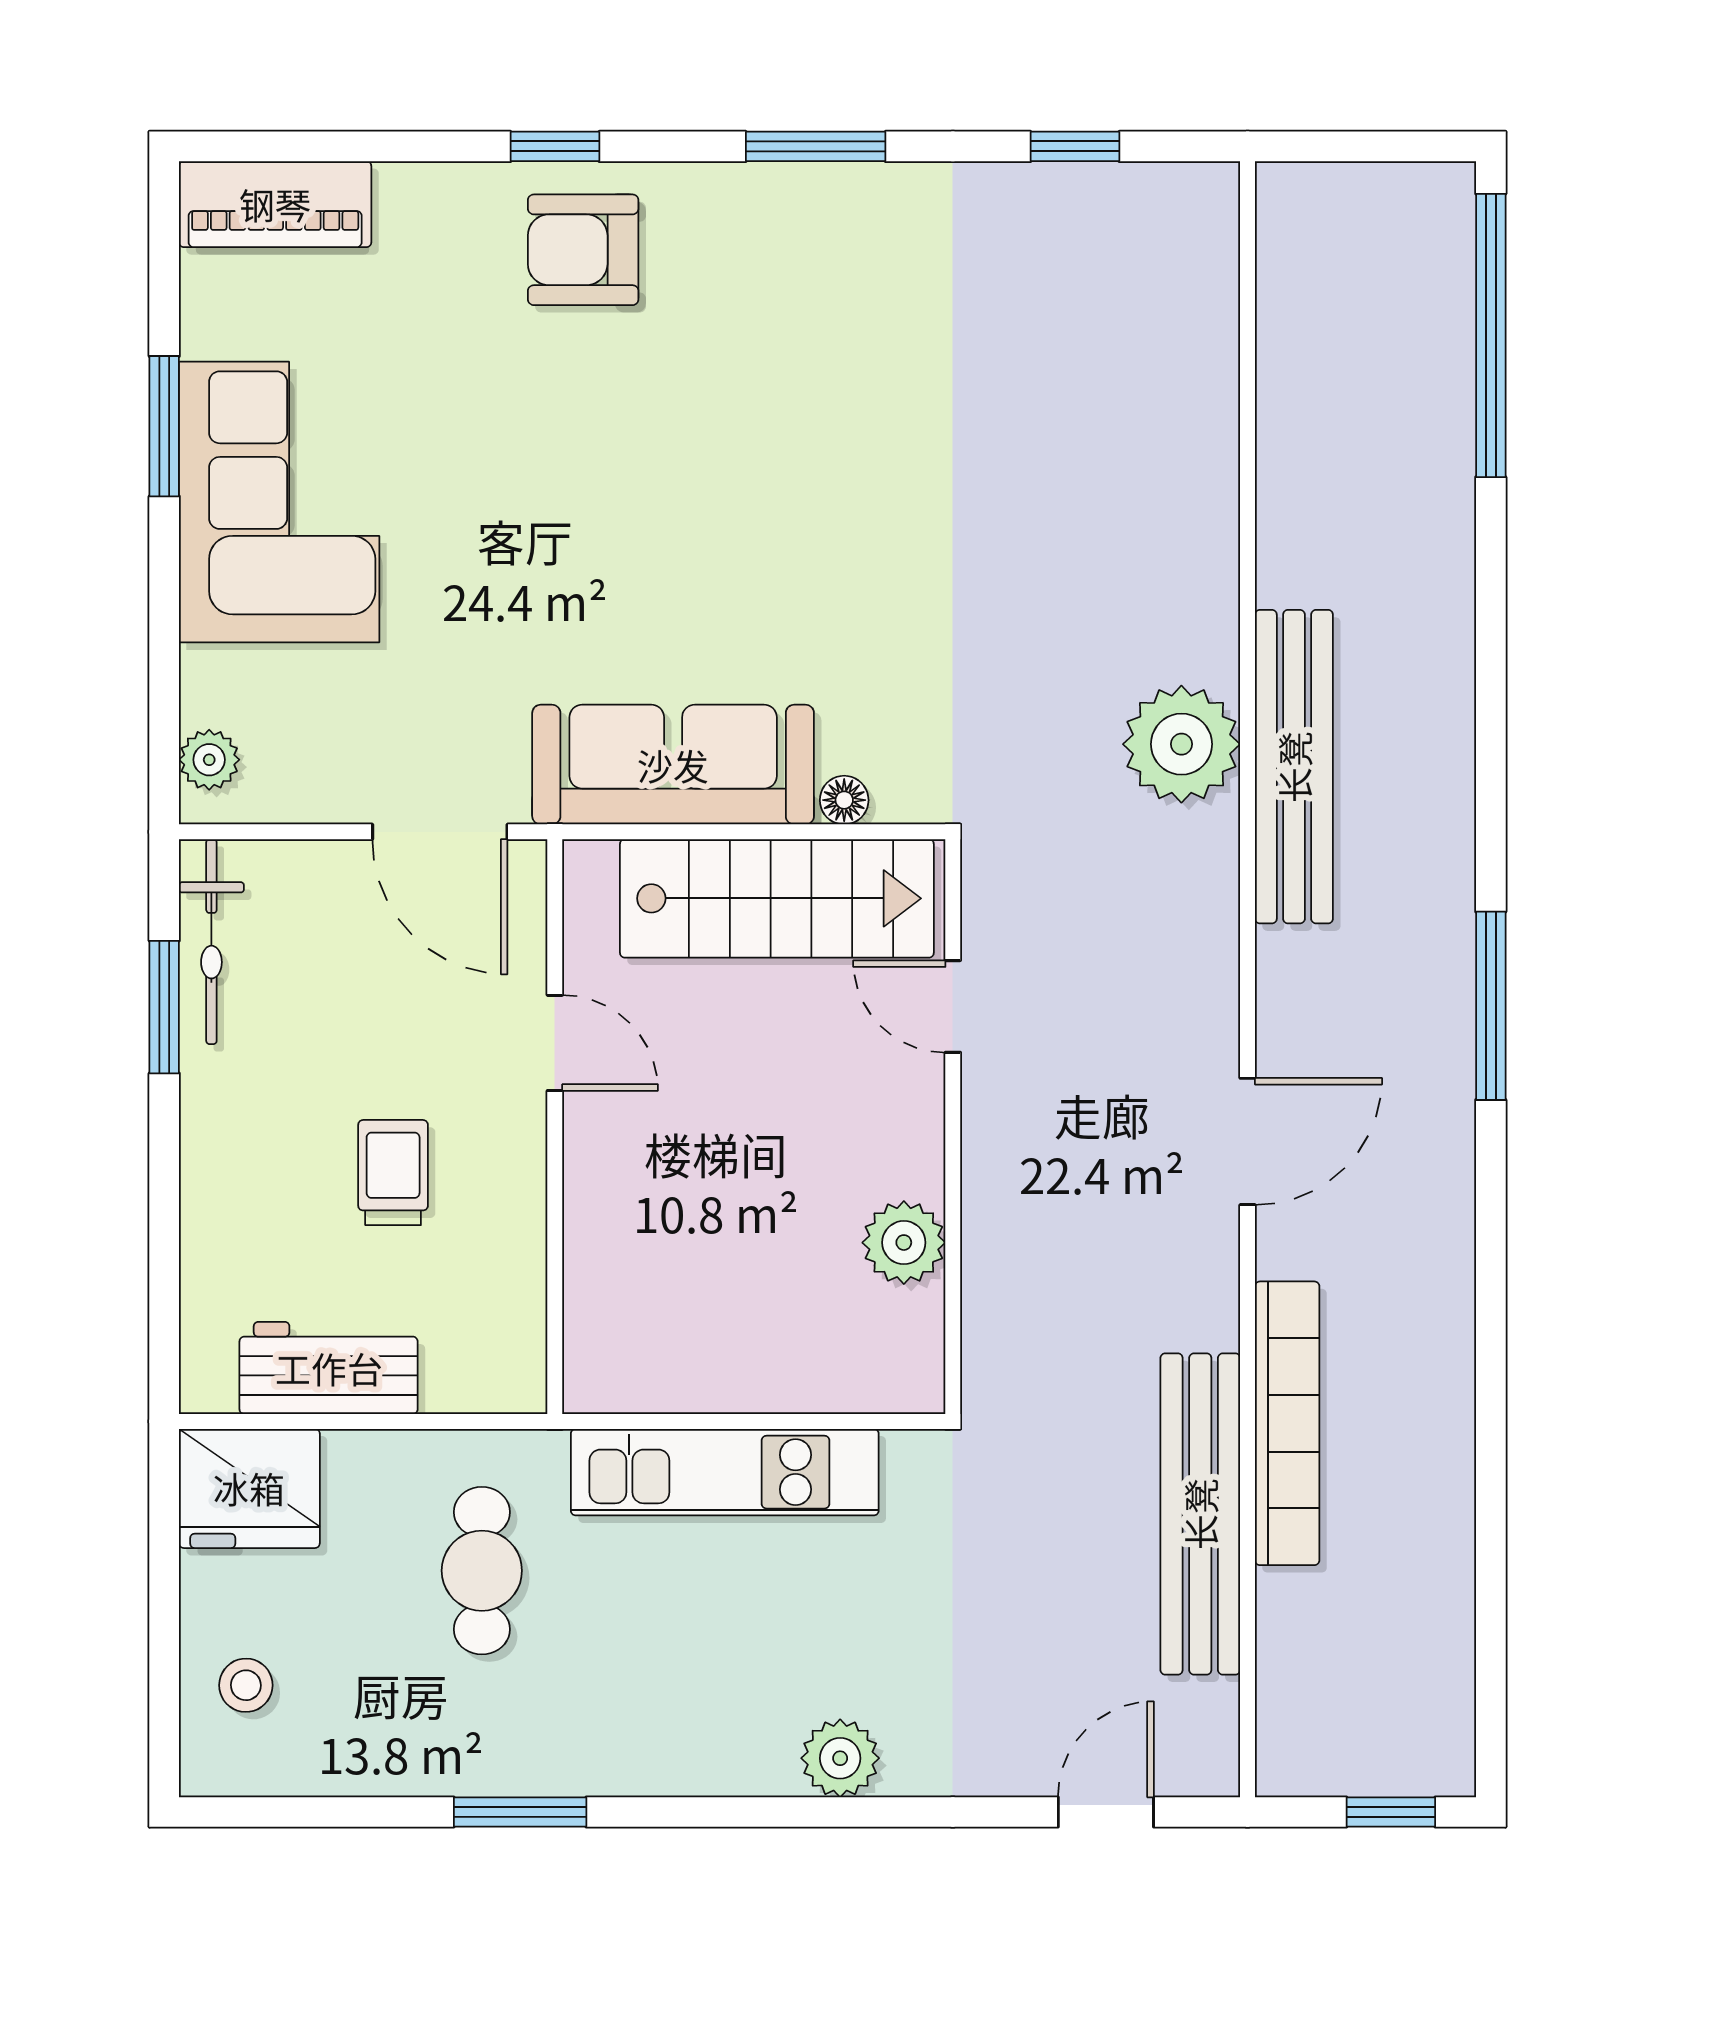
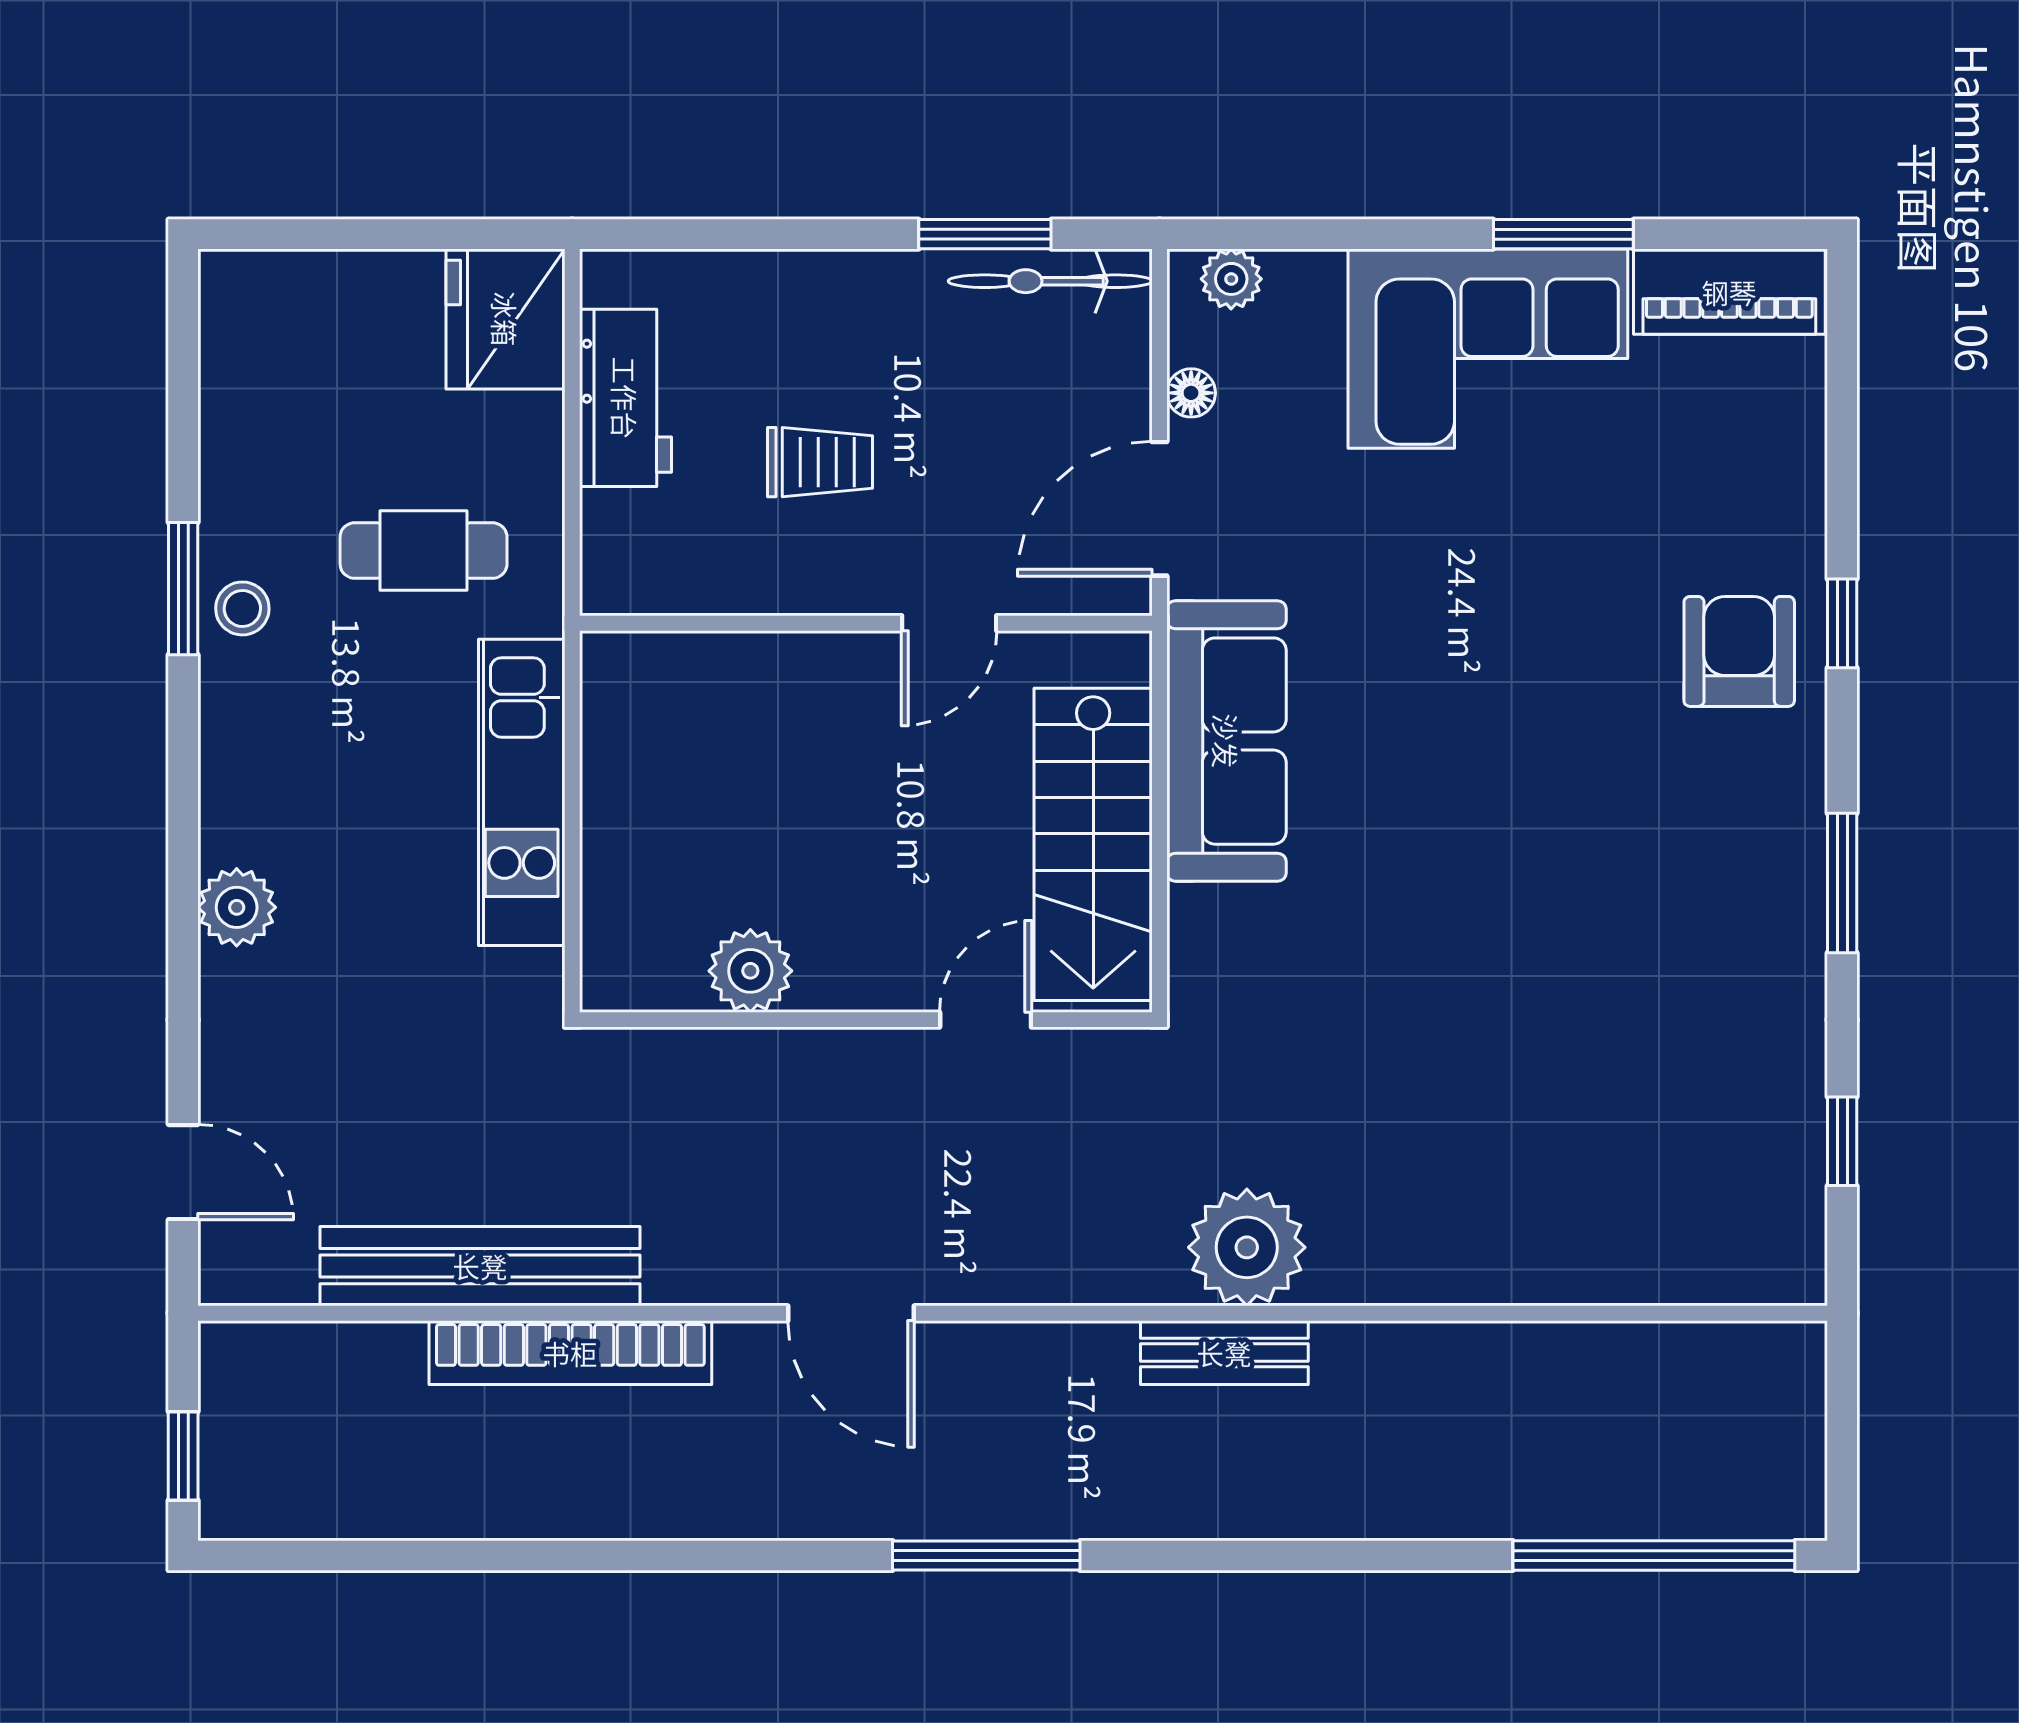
piano: (275, 204) -> (1729, 292), moved, turned -90
bench: (1294, 767) -> (1224, 1353), width x0.54, depth x0.82
floor lamp: (844, 800) -> (1191, 393), moved
stool: (246, 1685) -> (242, 608), moved

